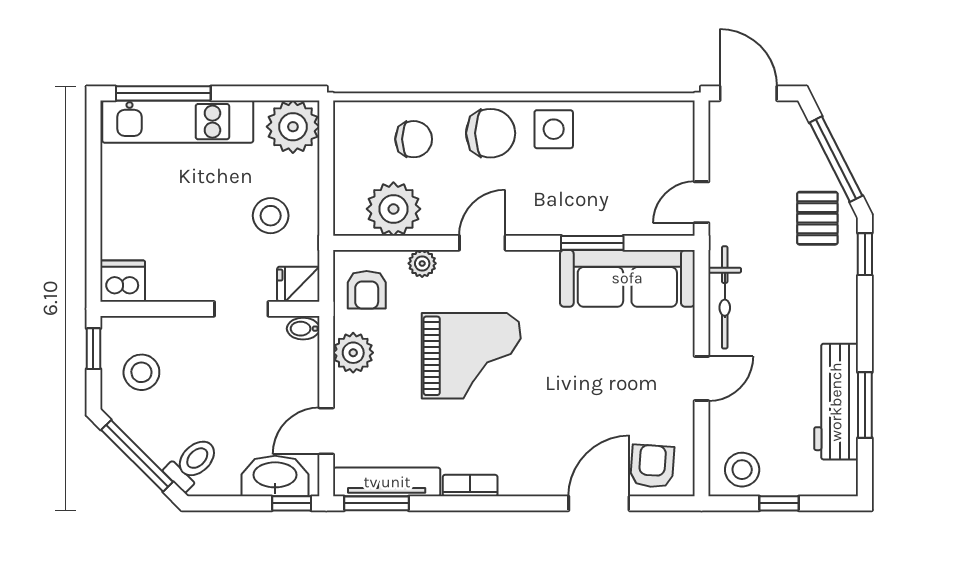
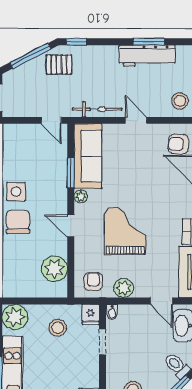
chair: (414, 139) -> (21, 259), removed
plant: (422, 263) -> (81, 196), moved
armchair: (367, 290) -> (93, 282), turned -90

